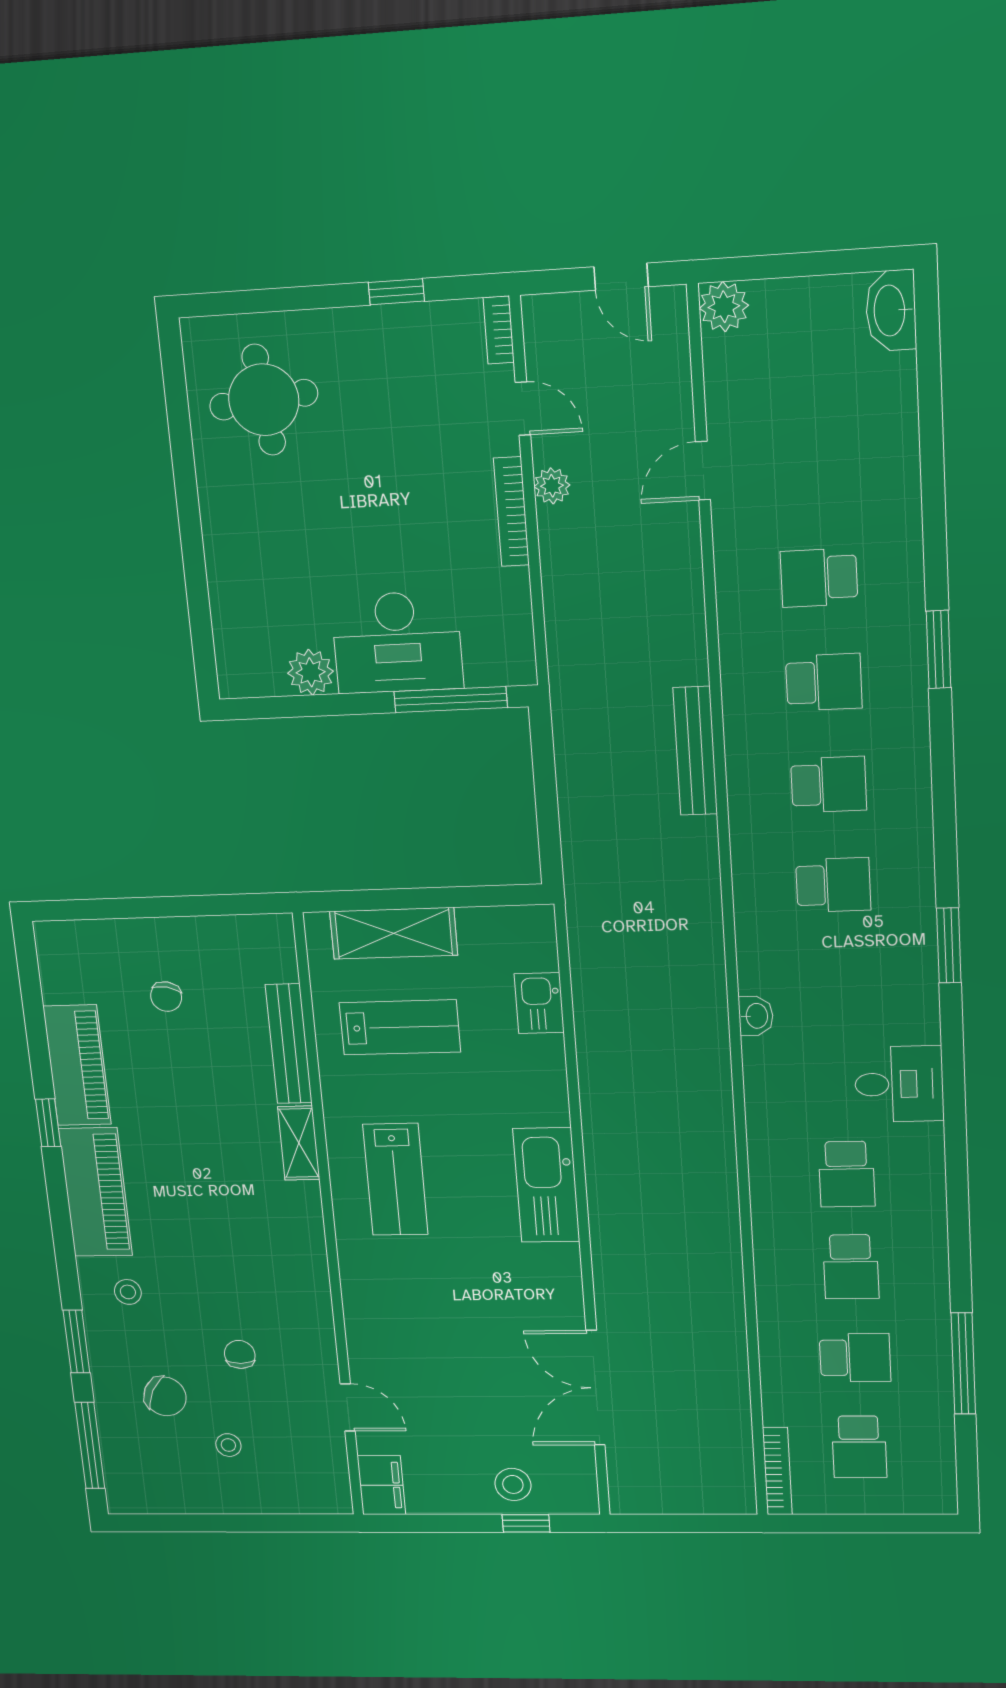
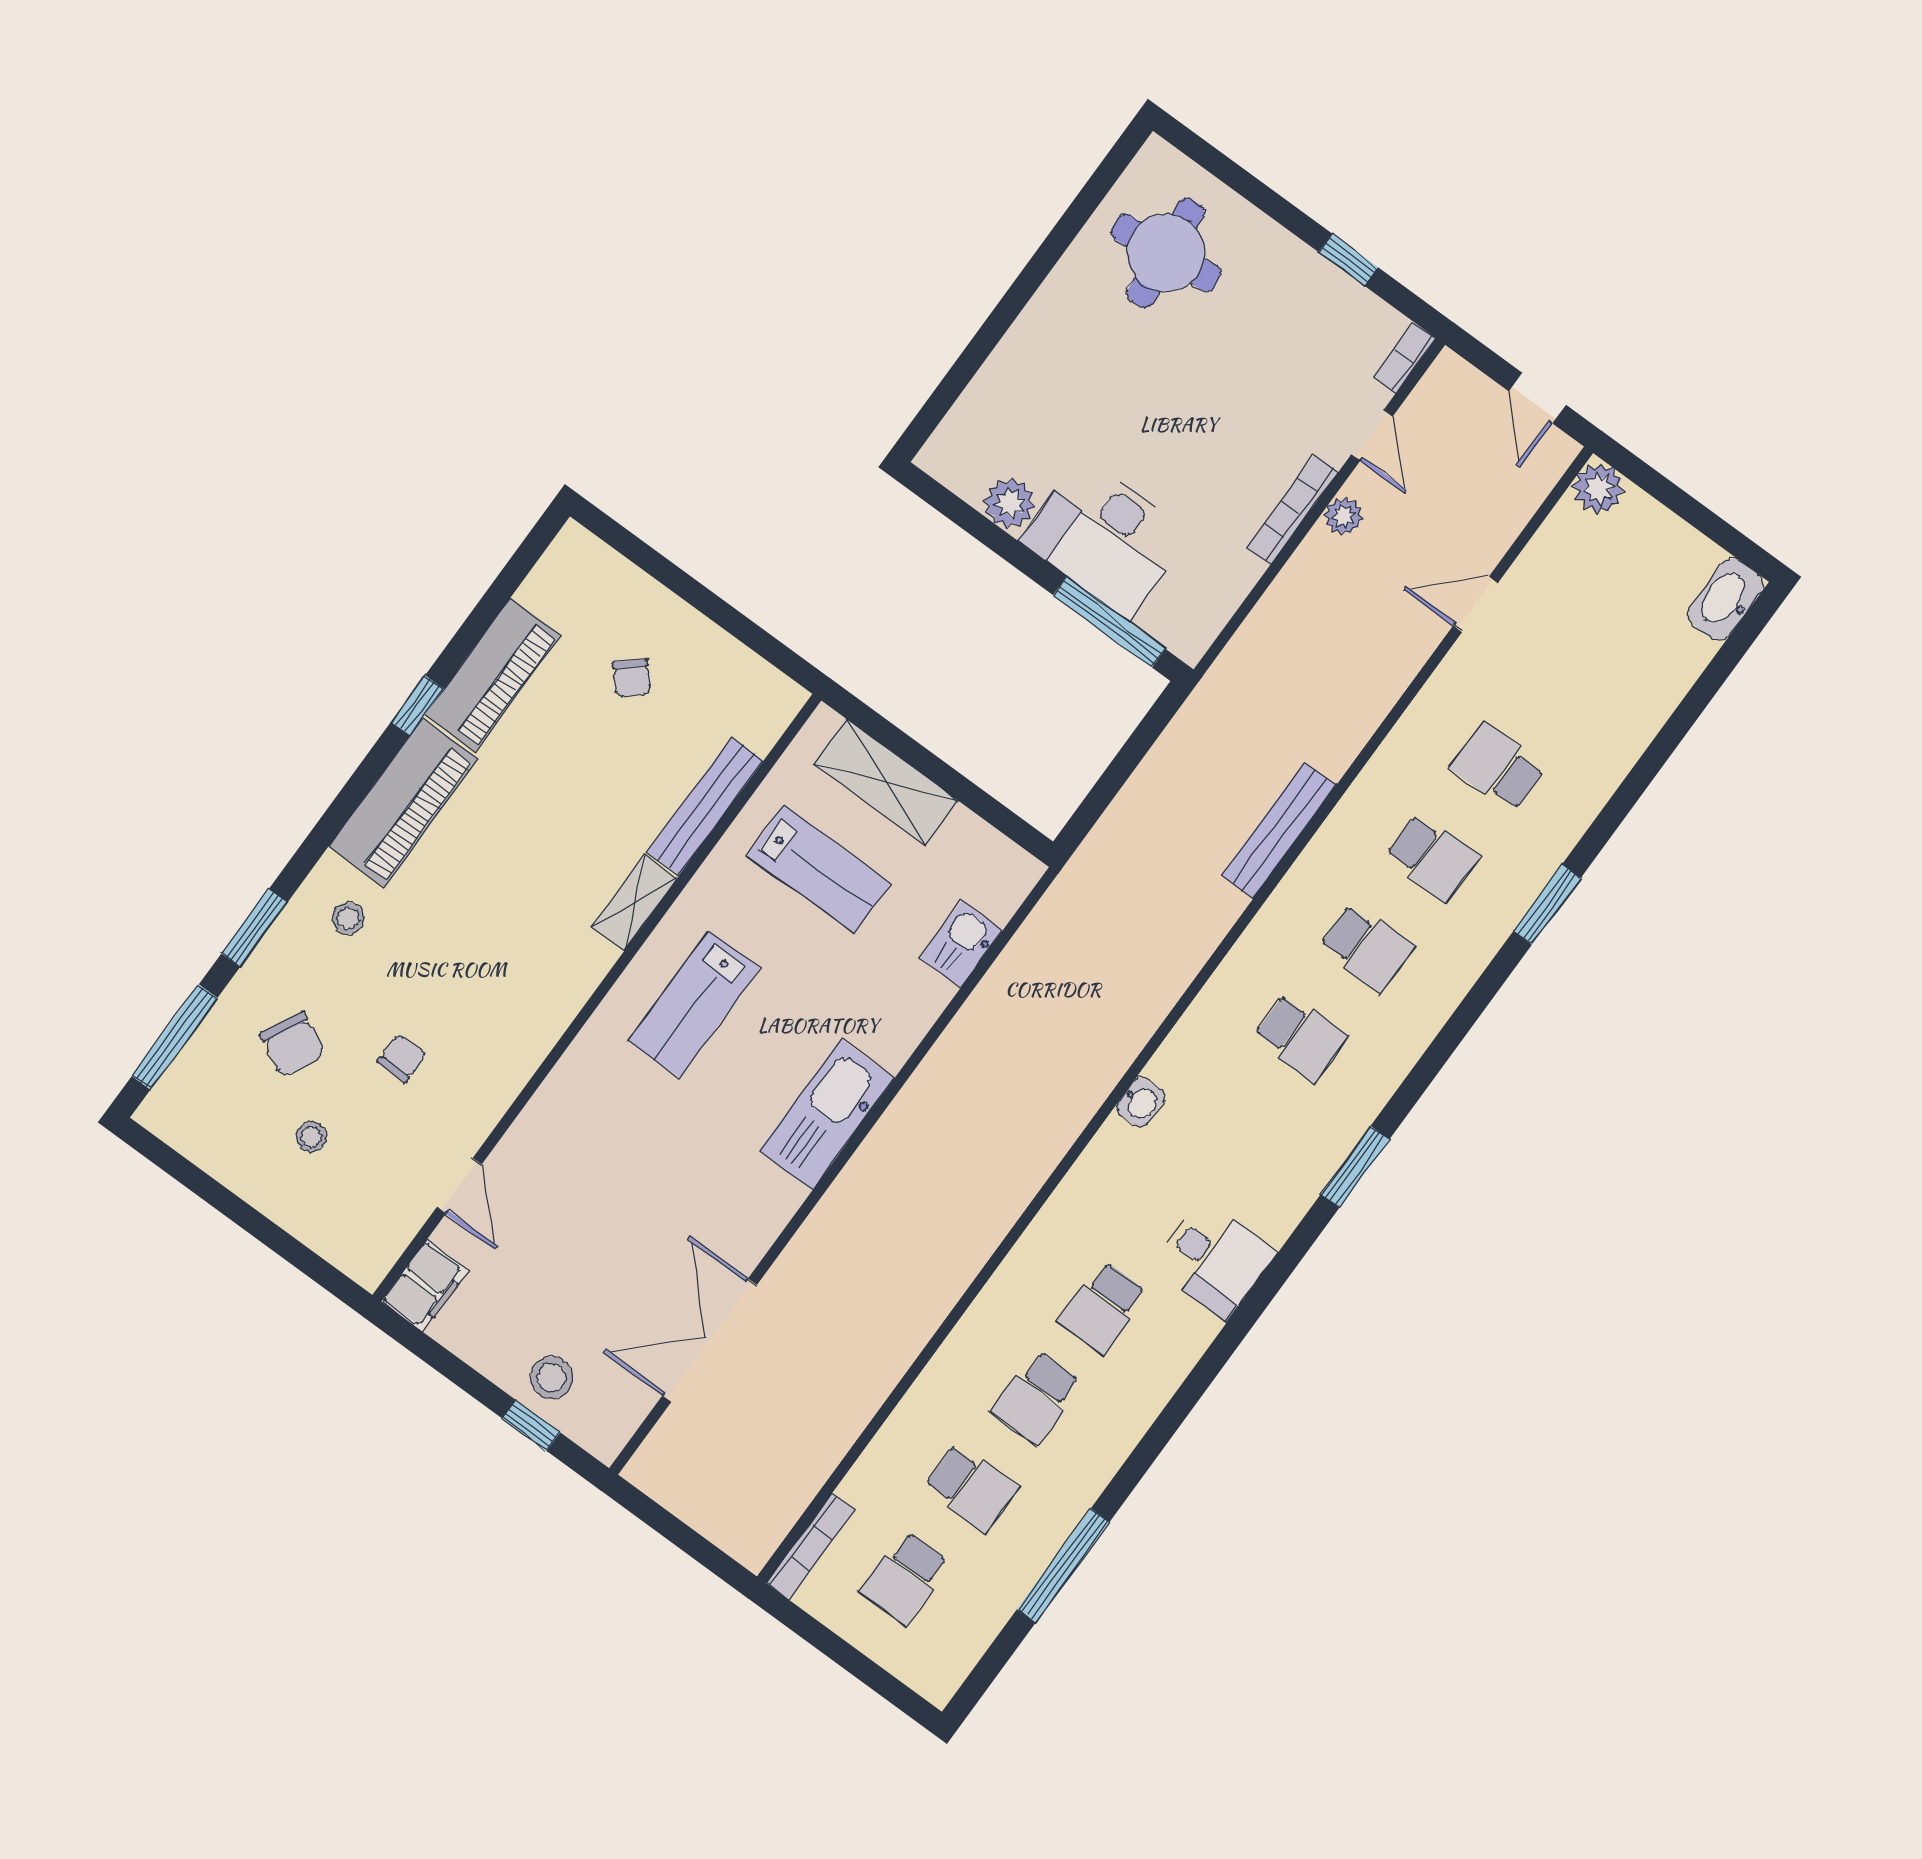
chair: (166, 997) -> (632, 678), turned -54

